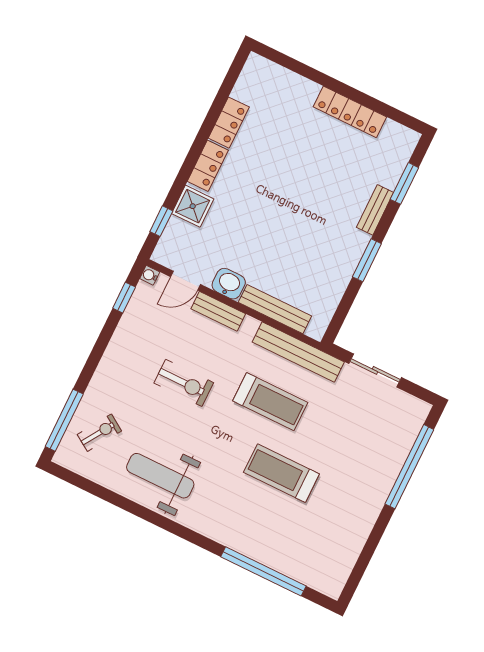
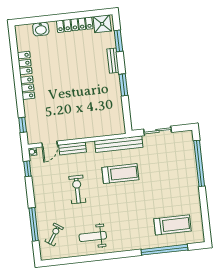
shower: (193, 206) -> (102, 24), moved
washbasin: (229, 284) -> (41, 29), moved, turned 180
bench: (275, 309) -> (97, 132), removed
exercise bike: (184, 383) -> (77, 189), turned -90
window: (64, 420) -> (34, 224), moved
treadmill: (281, 473) -> (172, 225), moved, turned 180
weight bench: (160, 476) -> (93, 236), width x0.73, depth x0.75

